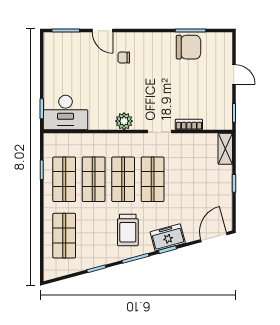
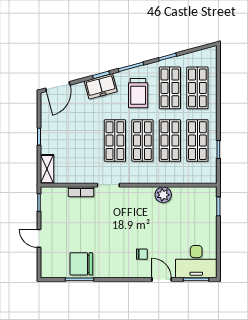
desk: (66, 112) -> (196, 262), moved, turned 180
plant: (124, 121) -> (163, 195), moved
trolley: (128, 230) -> (138, 93), turned 180
shop shelf: (94, 236) -> (170, 88), added

